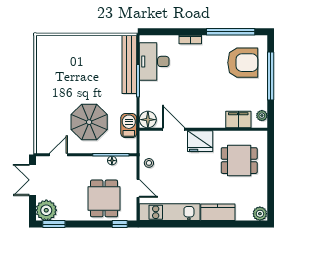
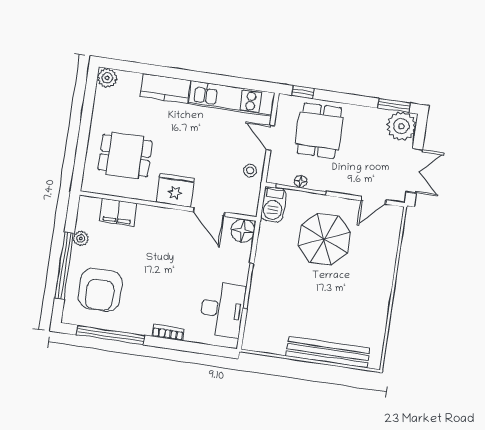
armchair: (243, 63) -> (100, 290), turned -90
bench: (129, 64) -> (328, 352), moved, turned 90
plant: (262, 116) -> (81, 239), moved
barbecue: (129, 126) -> (273, 205), moved

